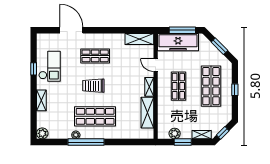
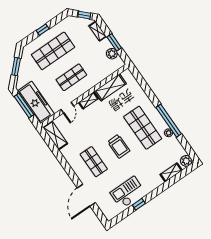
shelving: (41, 100) -> (171, 172), moved

